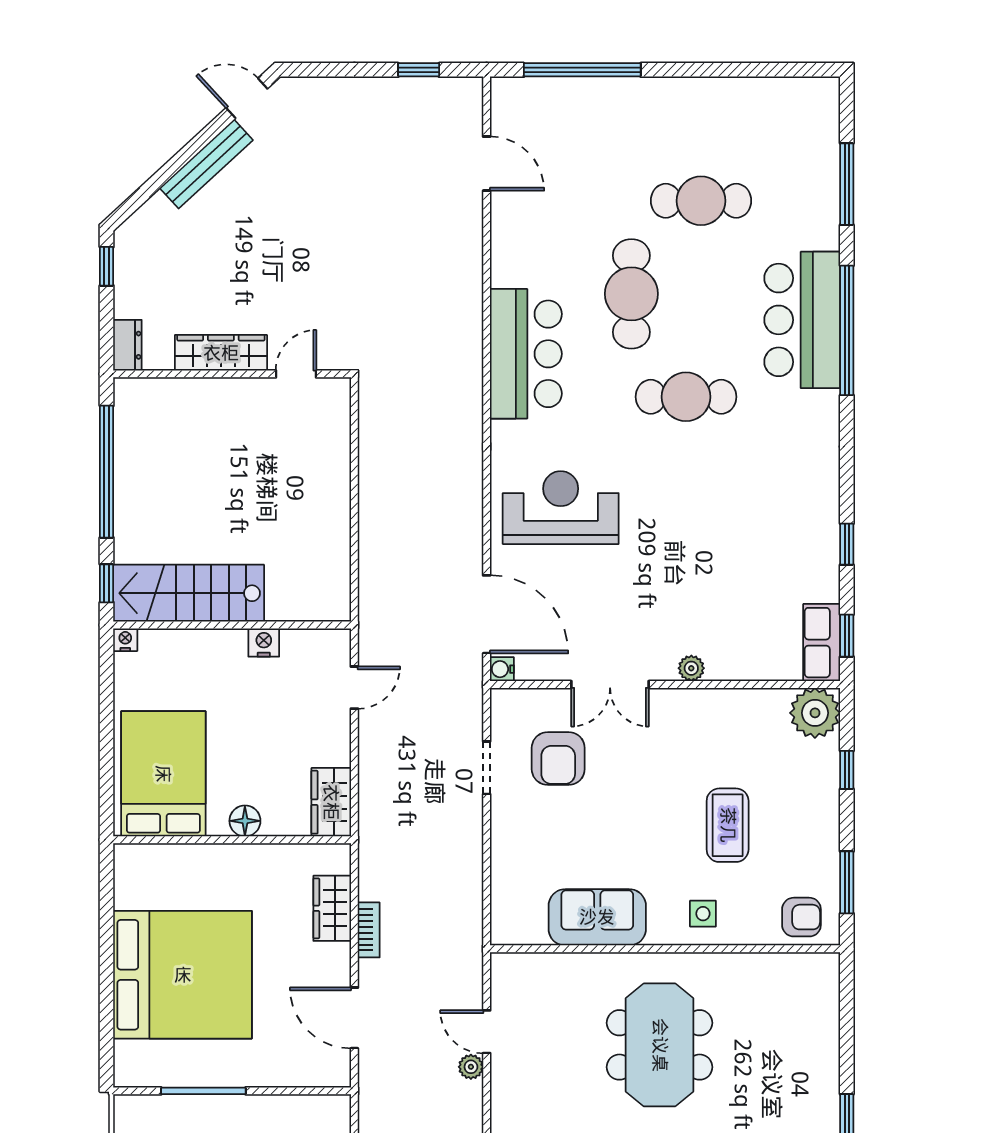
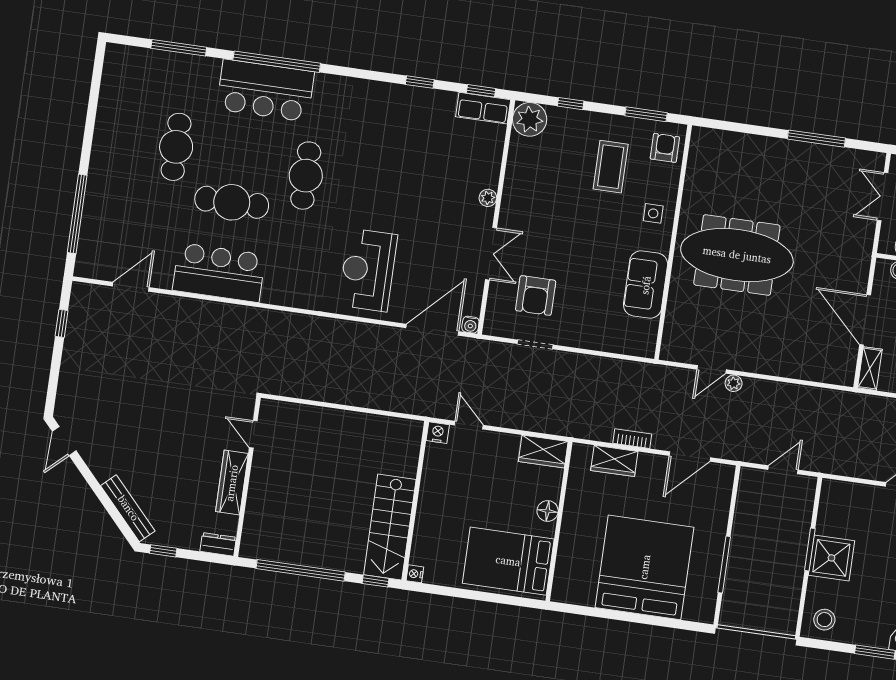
bench: (206, 164) -> (128, 508), moved
bar counter: (526, 354) -> (219, 273), moved
nightstand: (264, 642) -> (438, 433), moved, turned 90
armchair: (558, 759) -> (536, 296), turned 90
coffee table: (728, 825) -> (611, 167), moved, turned 90
meeting table: (660, 1045) -> (737, 255), width x1.36

